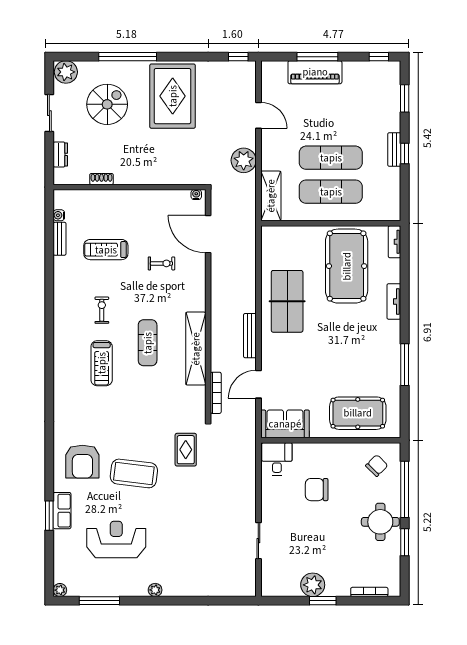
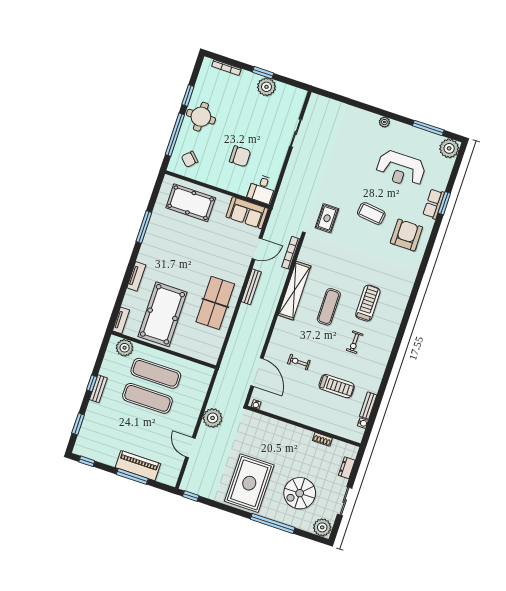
shelving: (271, 196) -> (201, 385), removed
plant: (379, 210) -> (125, 348), added
coffee table: (134, 473) -> (371, 213), width x0.73, depth x0.76
plant: (60, 590) -> (449, 148), width x1.87, depth x1.87

